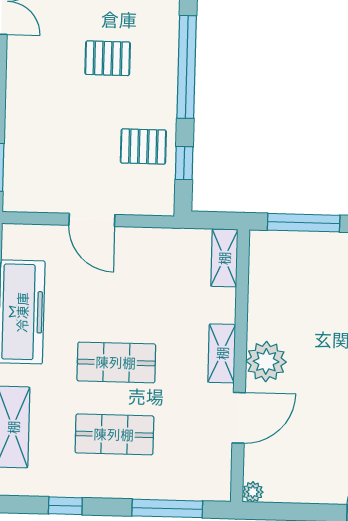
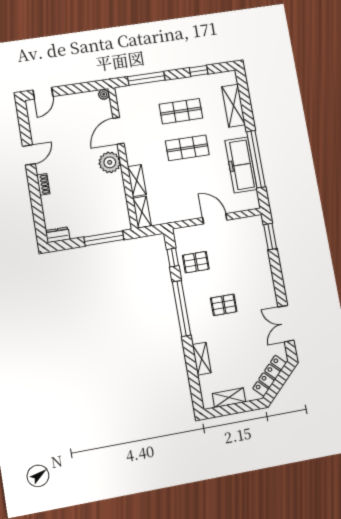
shelving: (222, 353) -> (137, 181), moved

